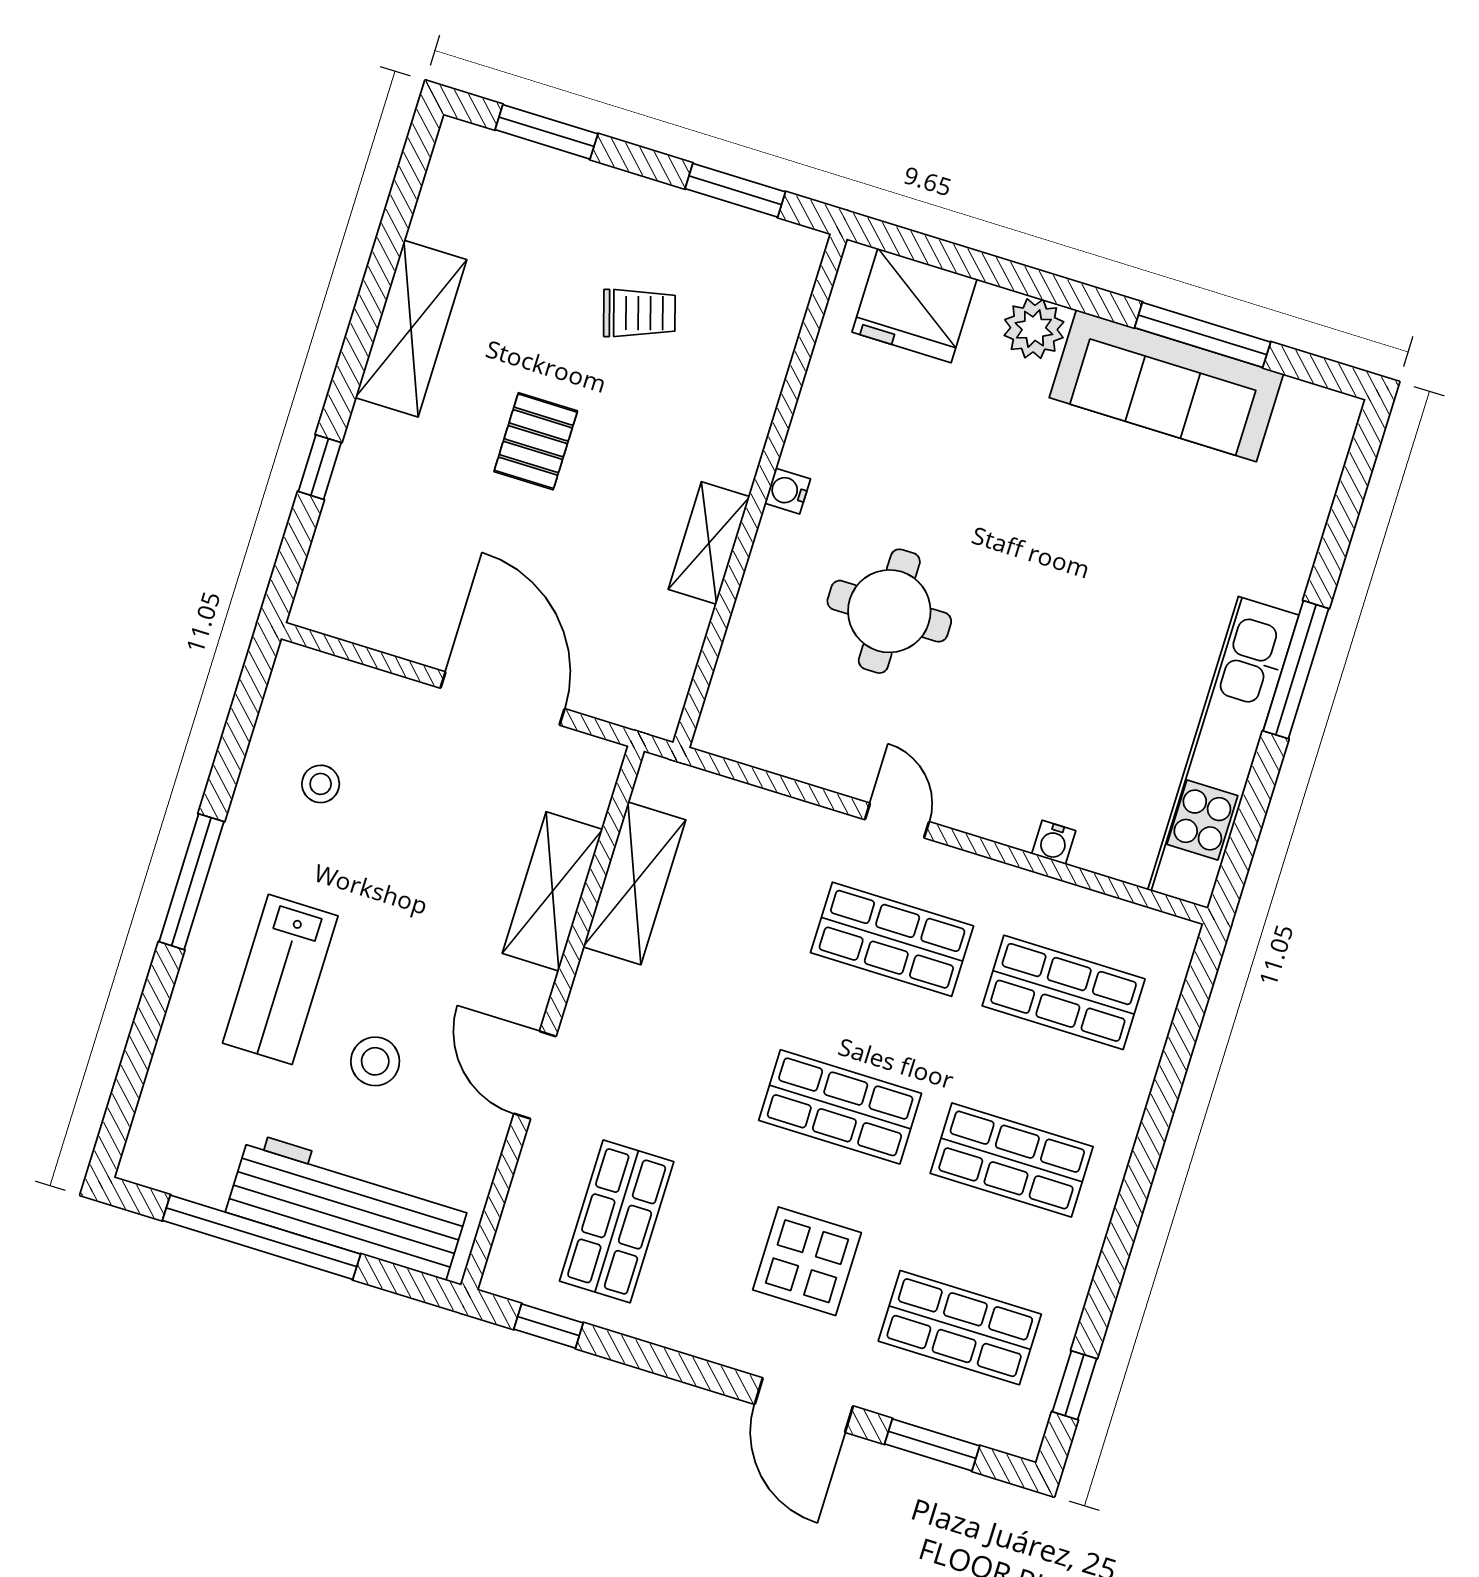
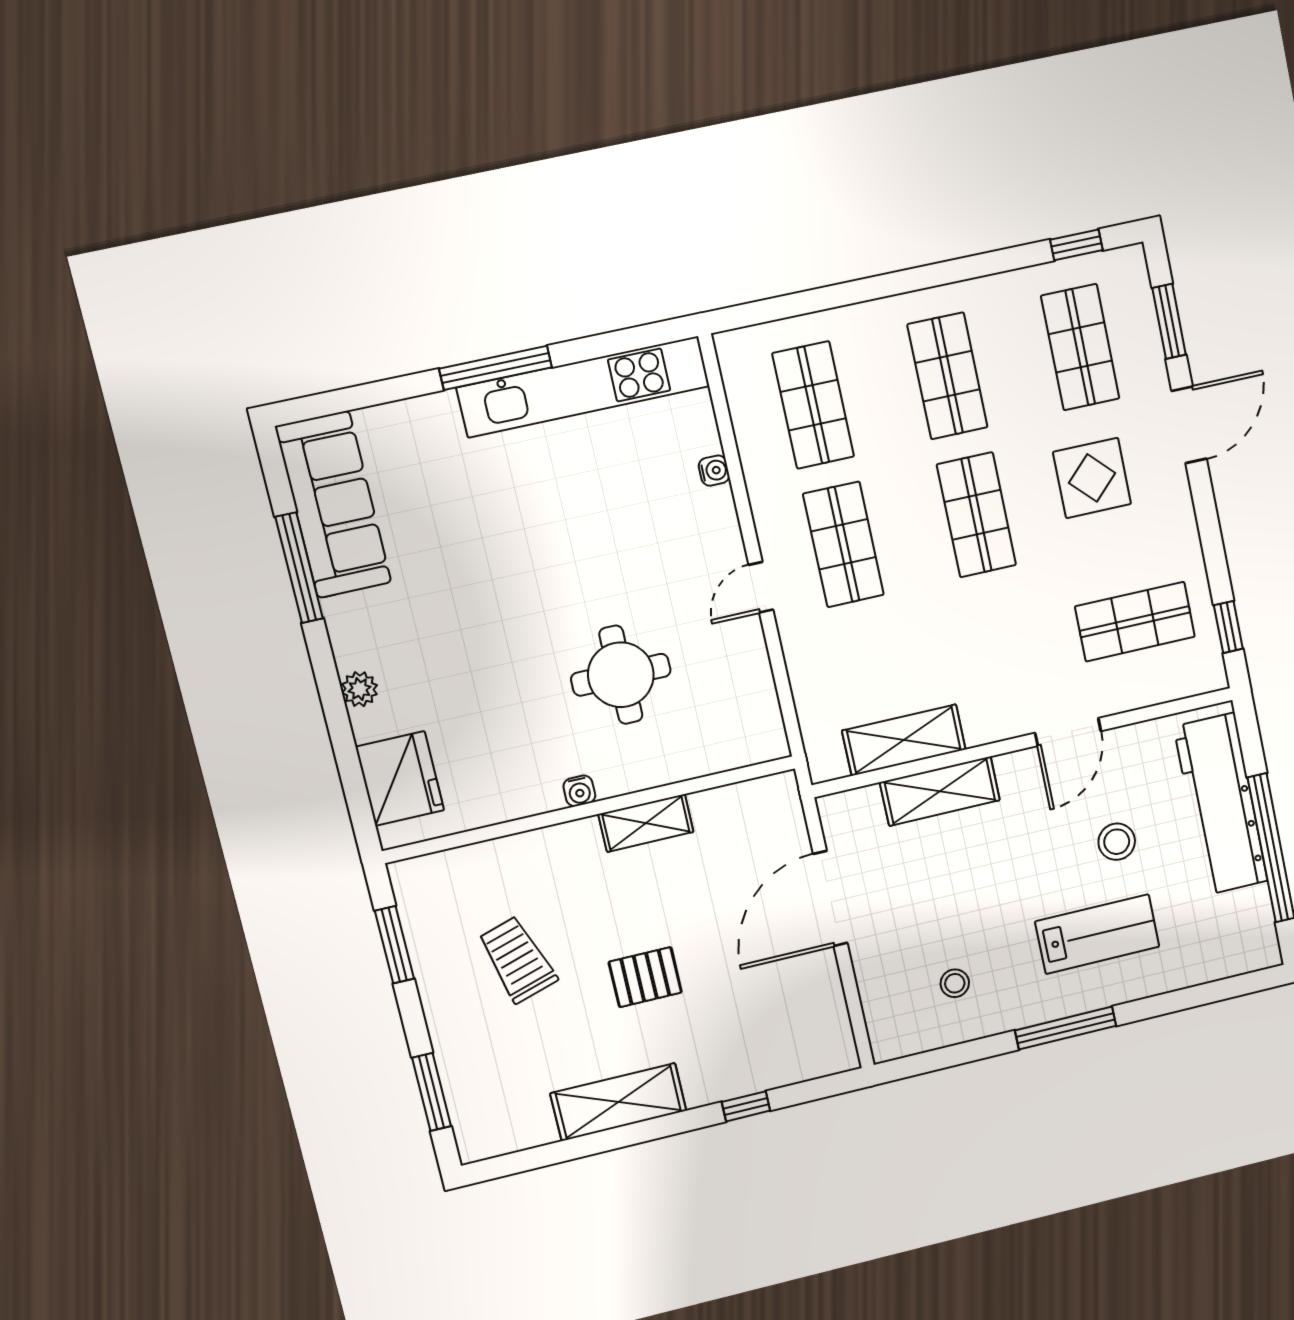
trolley: (639, 313) -> (517, 960), width x1.36, depth x1.39
plant: (1034, 329) -> (359, 689), width x0.73, depth x0.73
sofa: (1166, 386) -> (333, 505), moved

